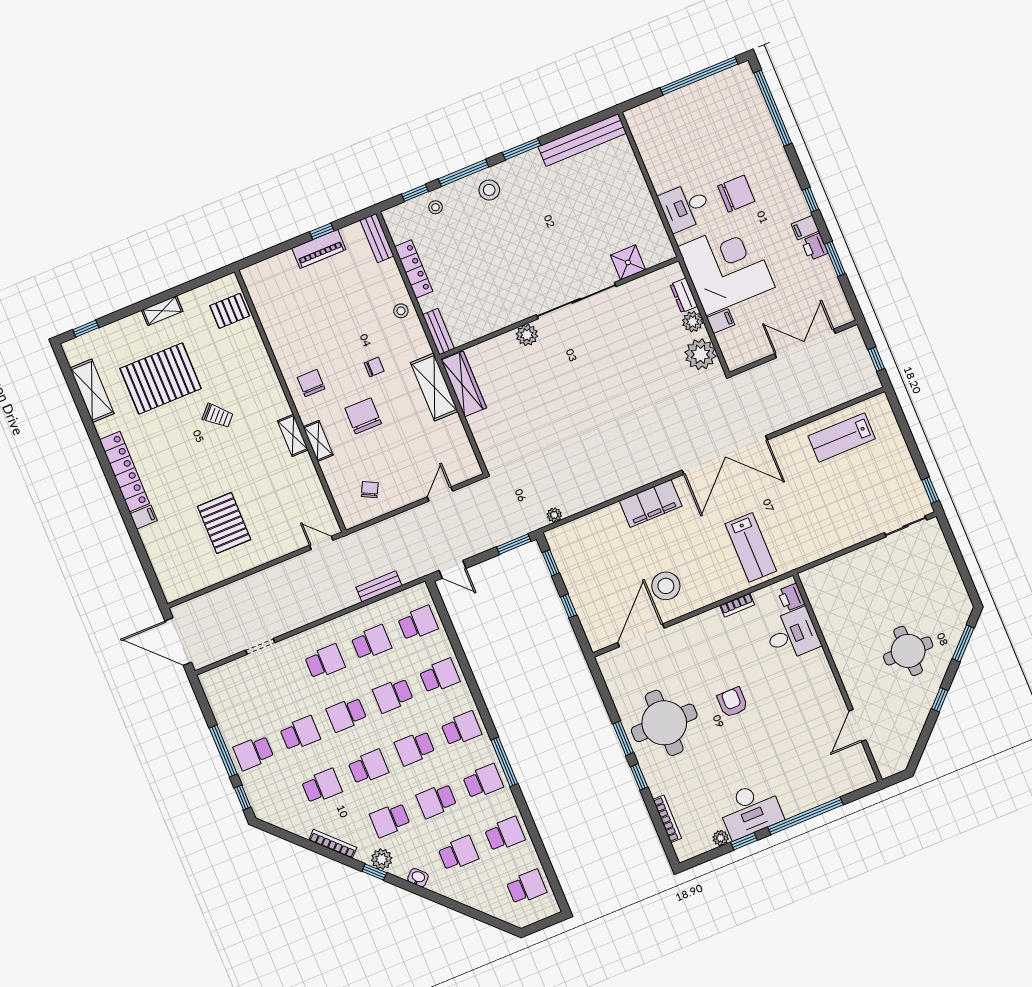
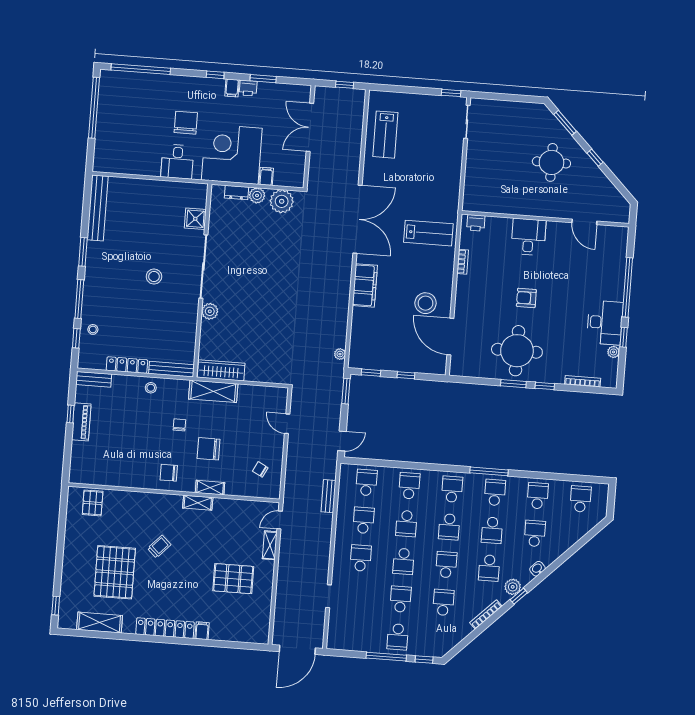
stool: (489, 190) -> (154, 277), moved
shelving: (162, 311) -> (270, 545), moved
bench: (438, 332) -> (171, 369), width x1.36
desk: (792, 635) -> (528, 237), moved

